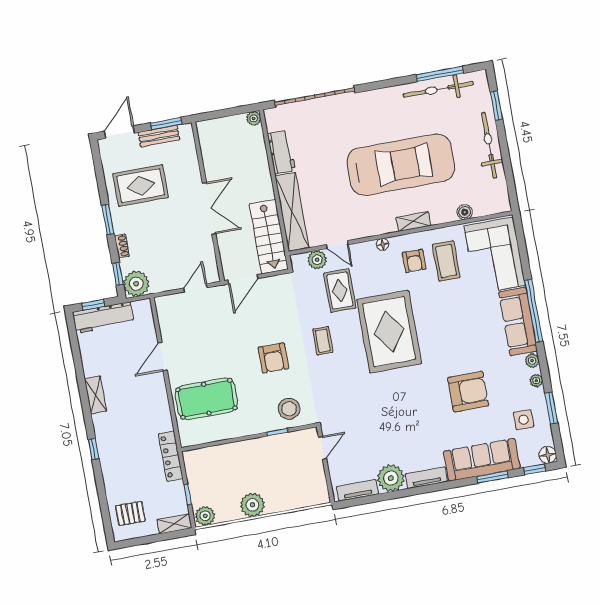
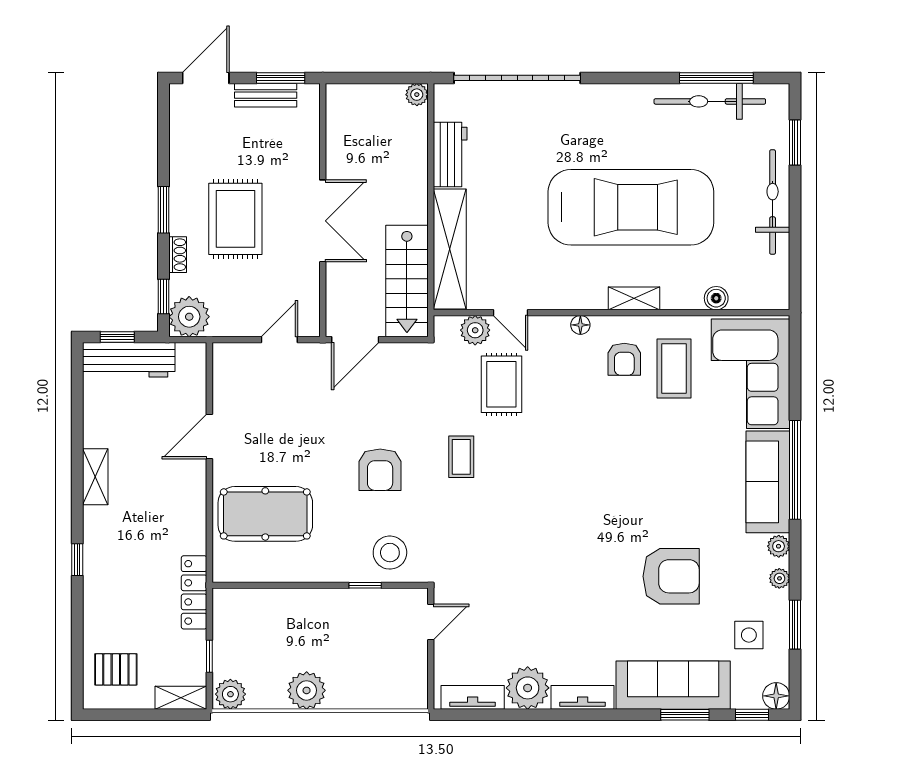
rug: (141, 186) -> (235, 219), moved, turned 90
rug: (389, 332) -> (566, 461), removed

